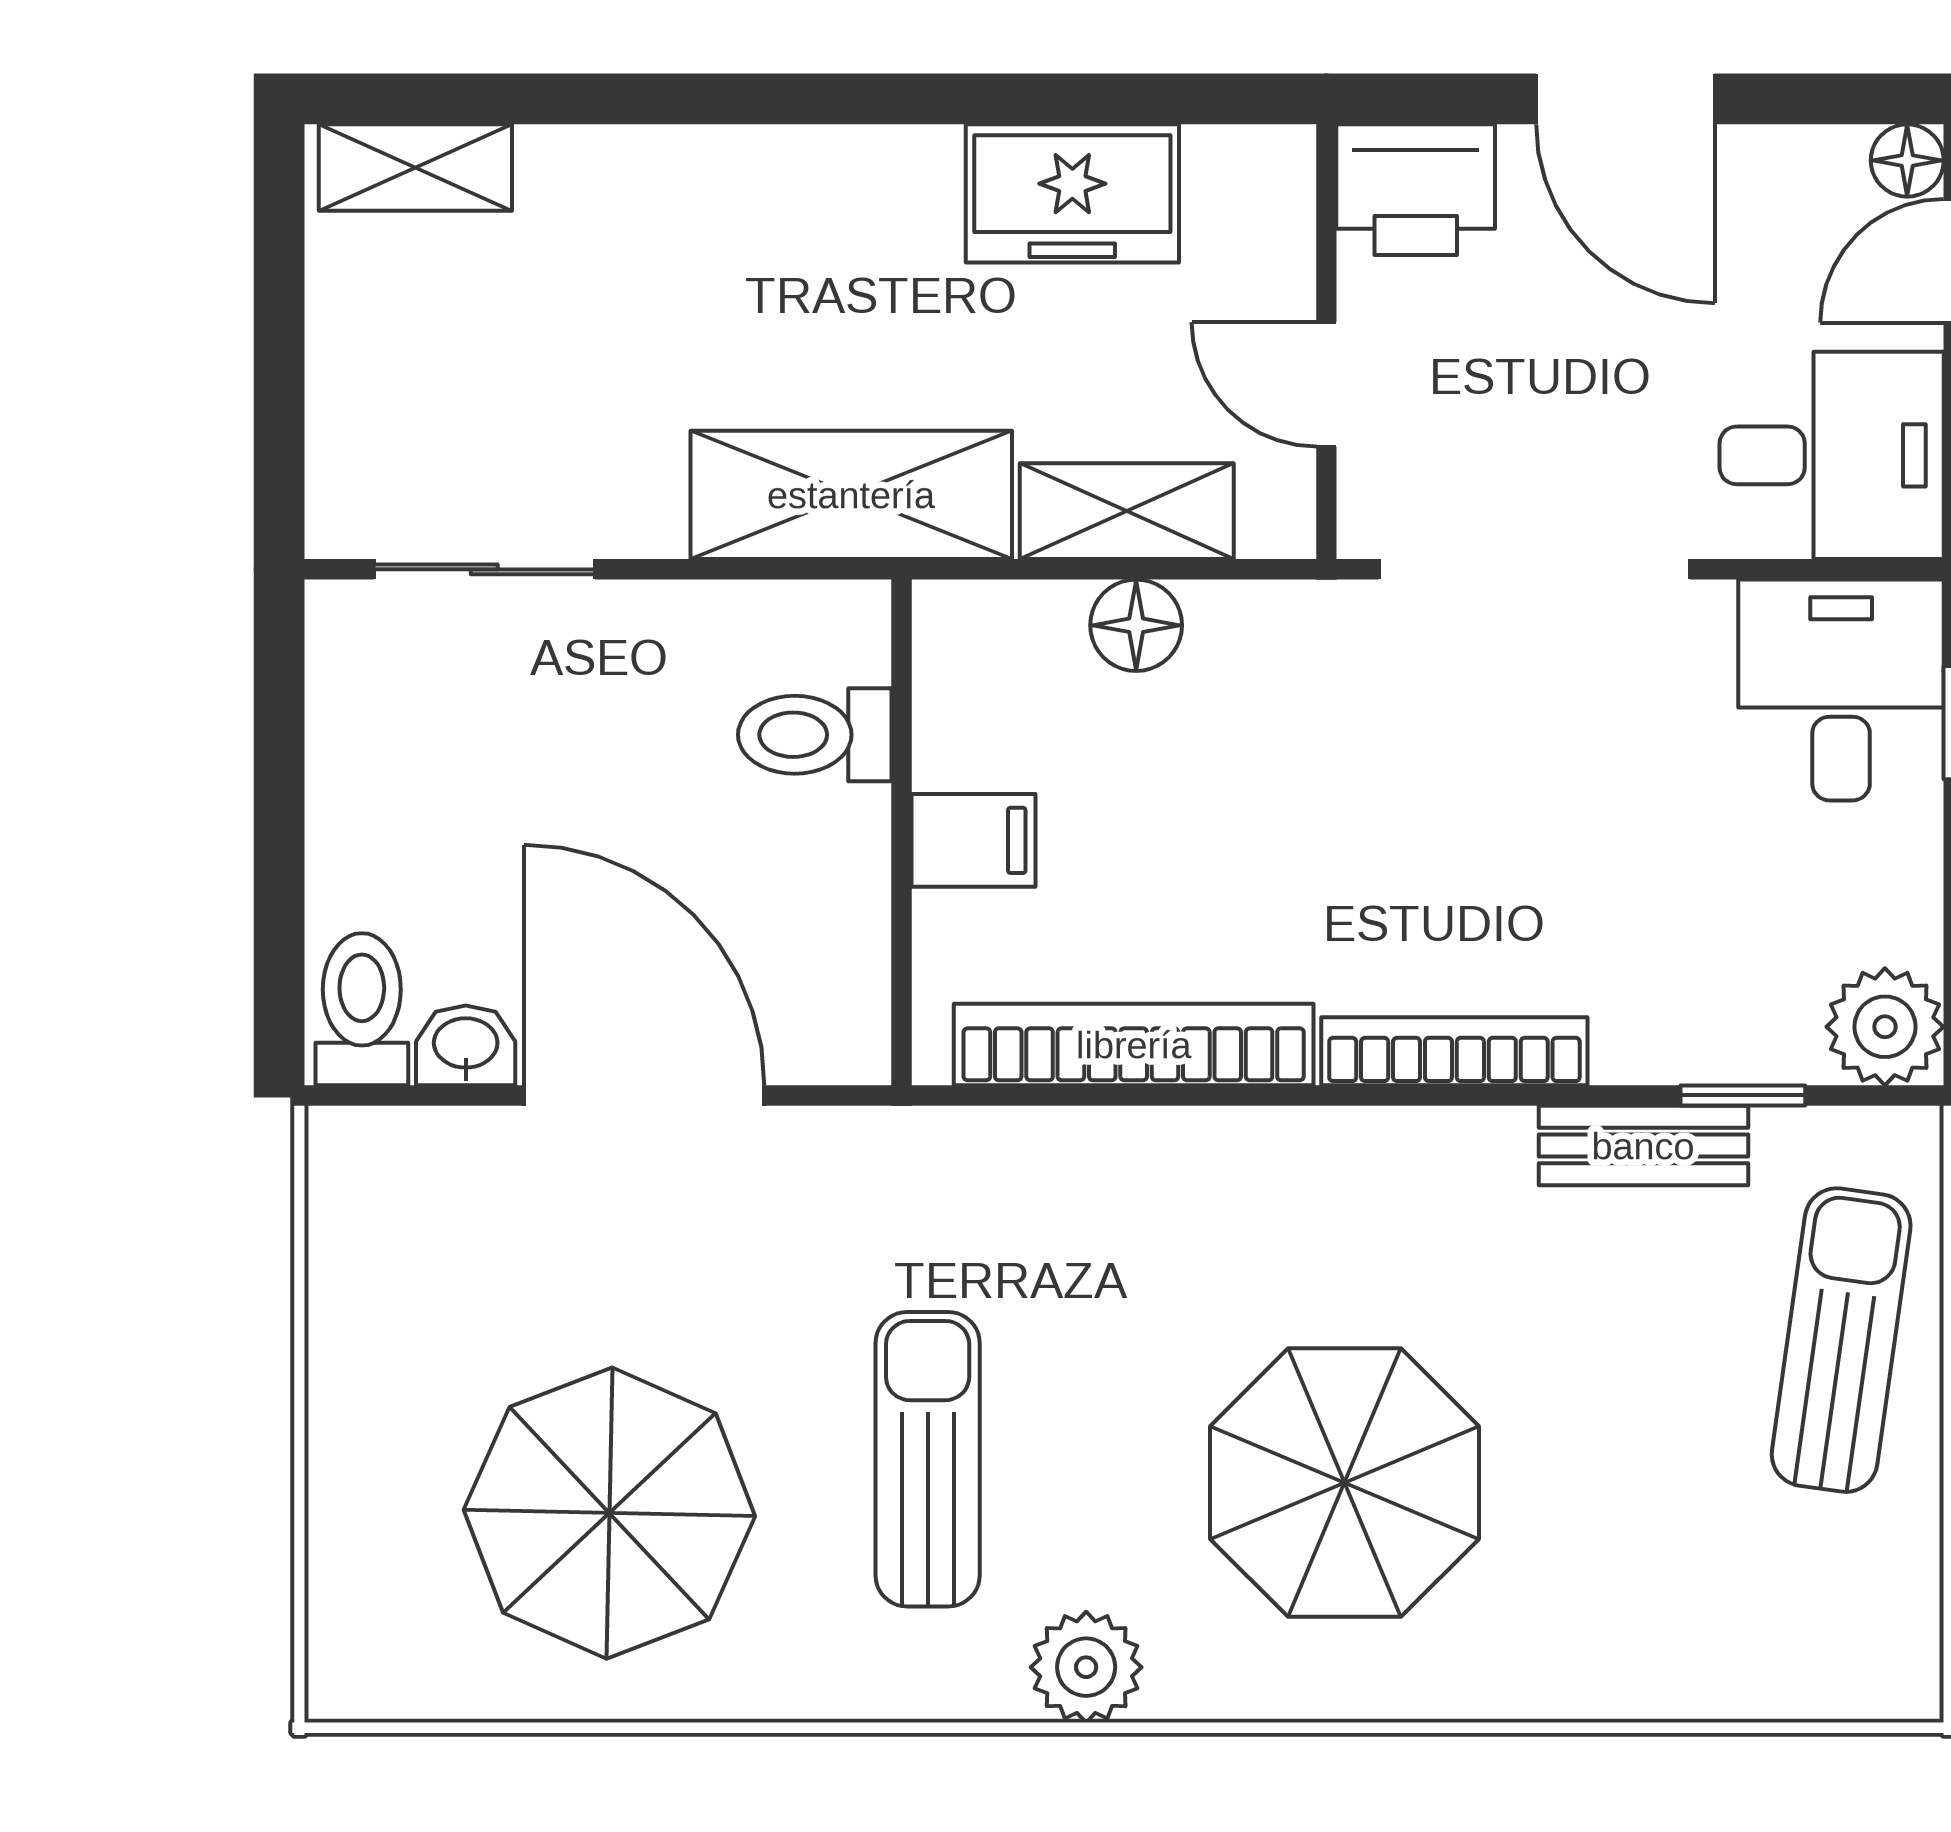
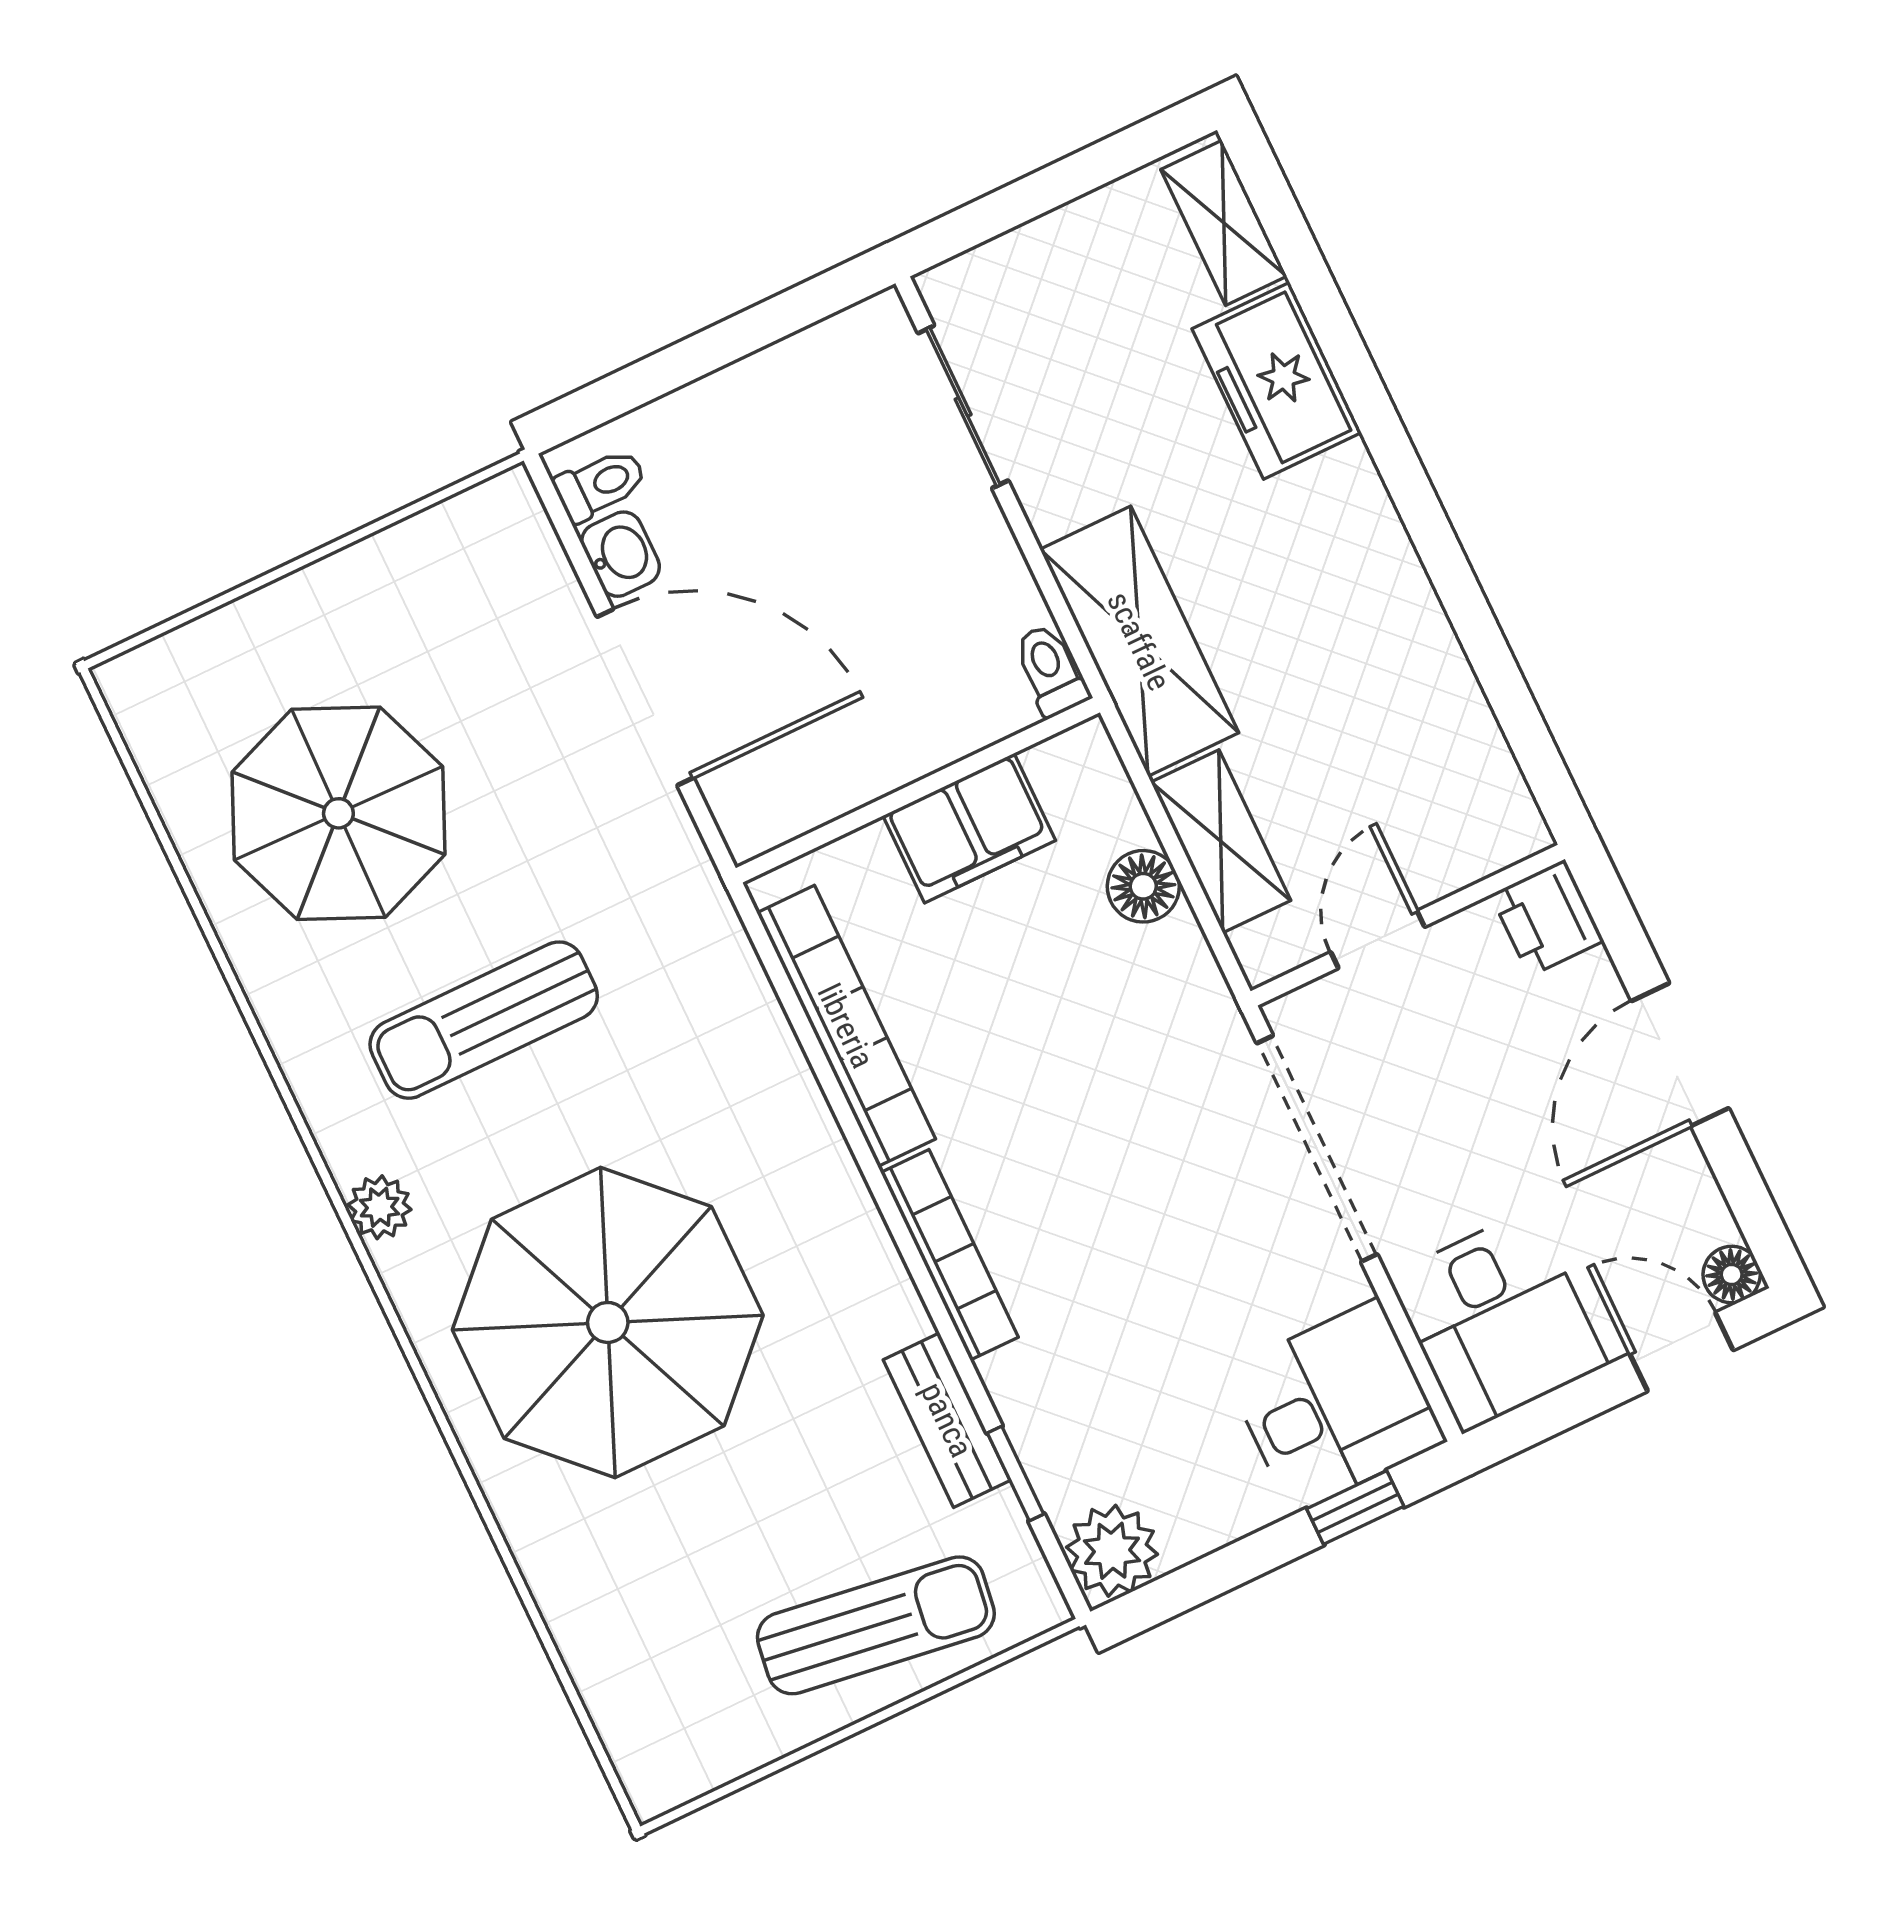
printer: (1416, 190) -> (1547, 918), width x0.73, depth x0.81
freezer: (1072, 193) -> (1277, 381), moved
toilet: (815, 735) -> (1051, 670), moved, width x0.73, depth x0.72
filing cabinet: (973, 840) -> (969, 828), width x2.00
toilet: (362, 1009) -> (600, 485), width x0.73, depth x0.72
door: (644, 1095) -> (645, 697), hinge flipped
sun lounger: (928, 1459) -> (484, 1020), turned 180
parasol: (1345, 1483) -> (608, 1322), width x1.36, depth x1.36
plant: (1086, 1667) -> (380, 1207), width x0.73, depth x0.73

